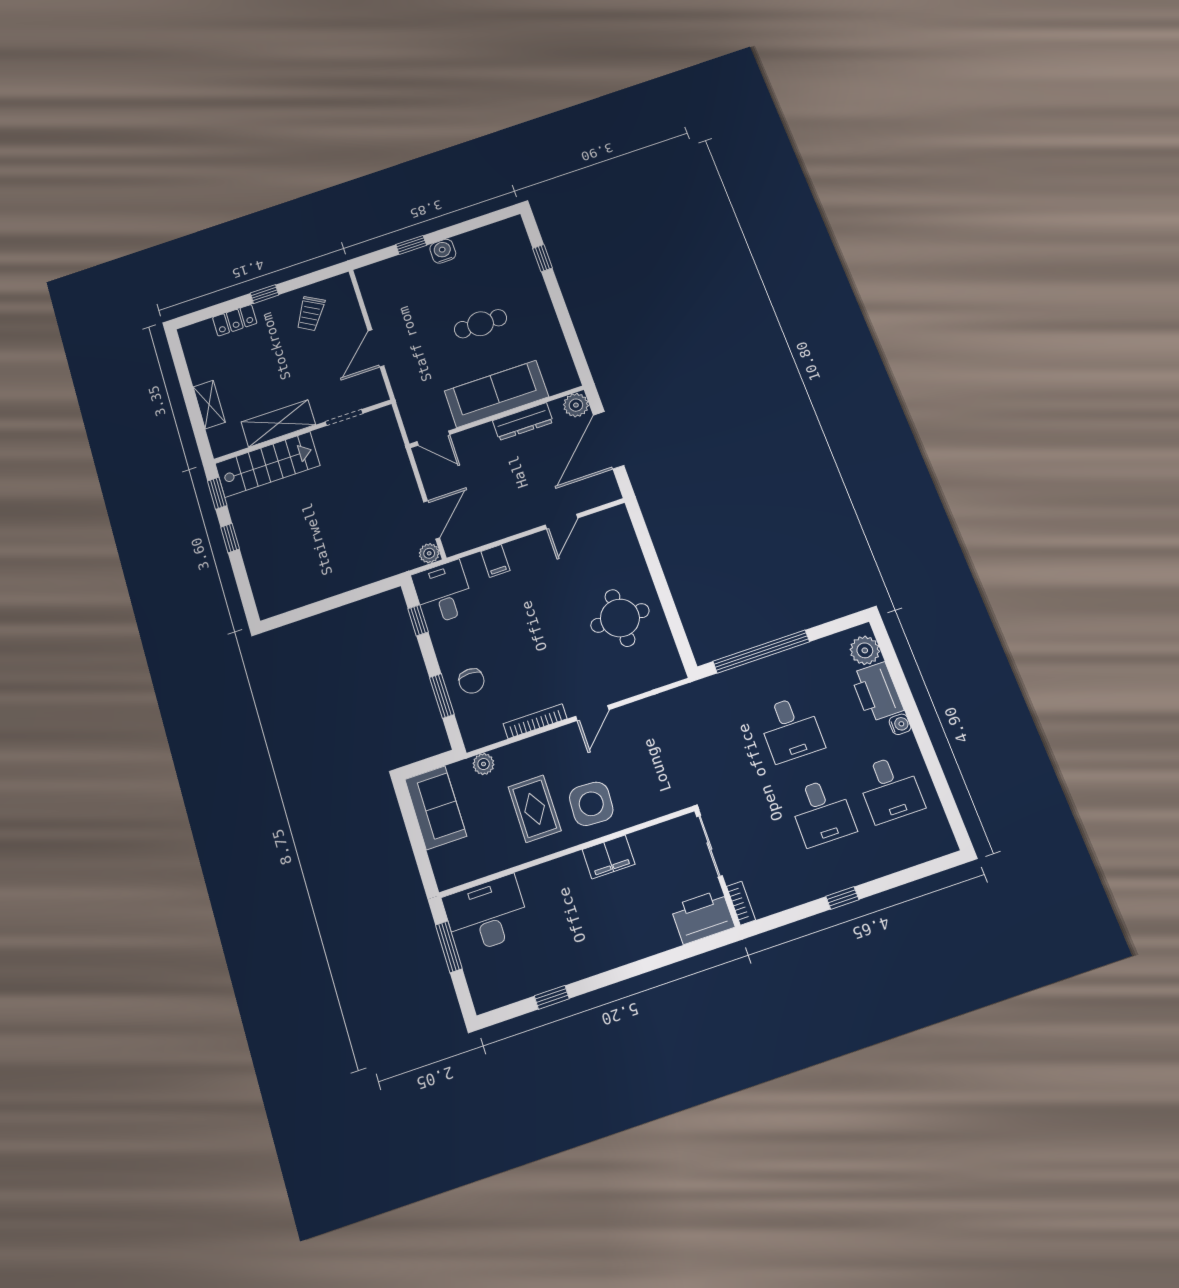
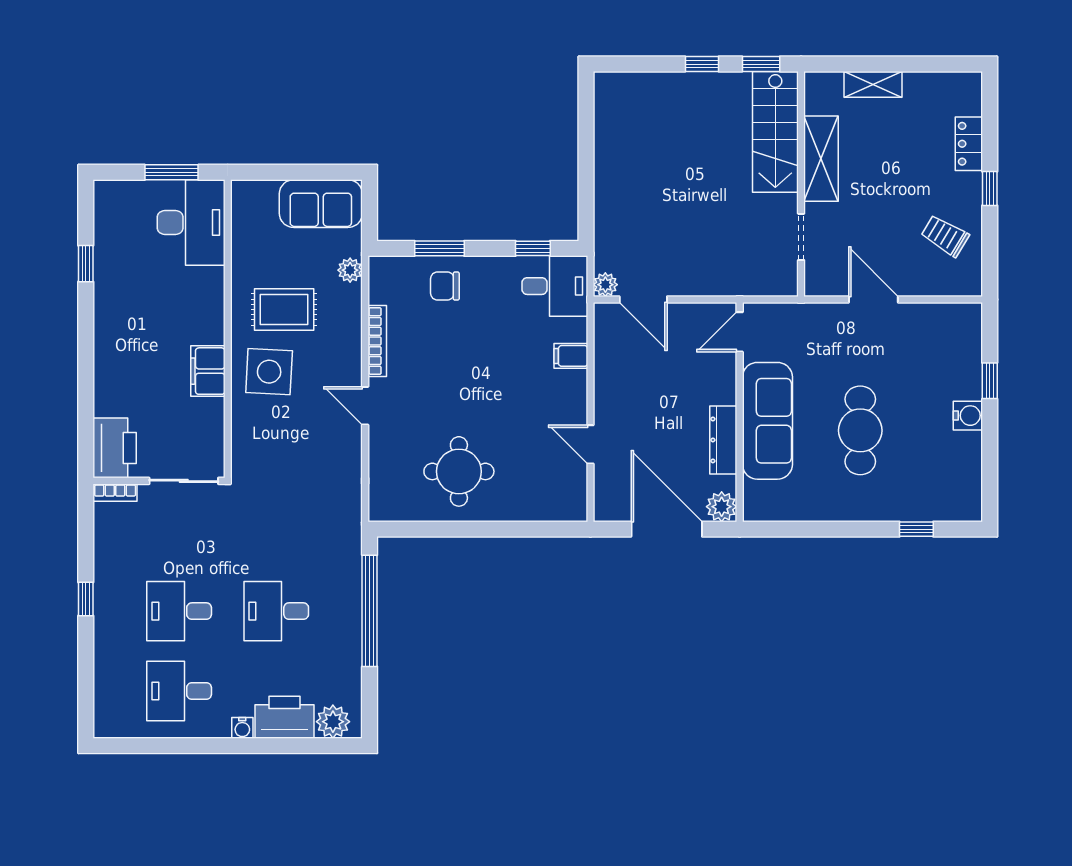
cafe table: (481, 324) -> (860, 430), width x1.37, depth x1.35

